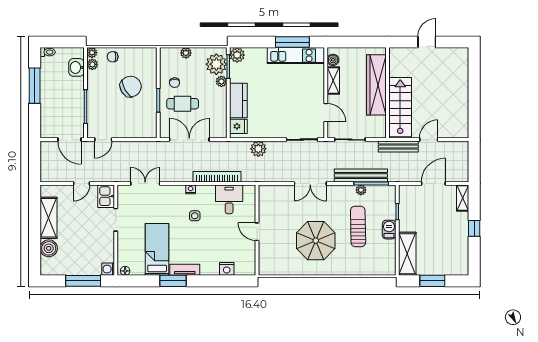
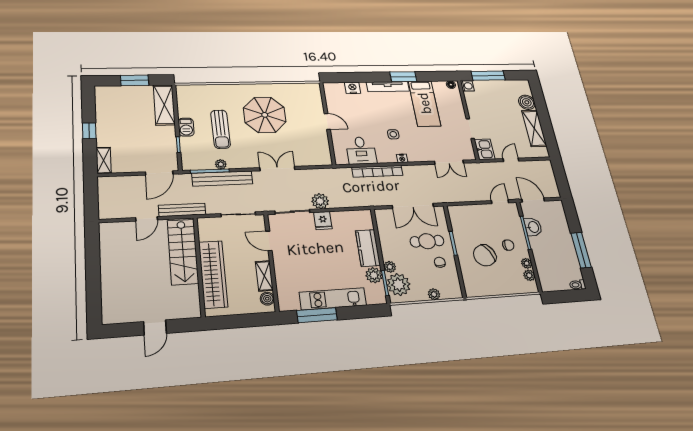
plant: (92, 53) -> (527, 263), moved
plant: (237, 55) -> (374, 275), moved
kitchen unit: (296, 56) -> (333, 299), moved
chair: (113, 57) -> (508, 245), moved
washbasin: (76, 67) -> (533, 227), moved
fridge: (238, 126) -> (323, 221), moved, turned -90
plant: (258, 149) -> (320, 201), moved
door: (433, 183) -> (159, 173), moved
tv unit: (185, 270) -> (388, 87), width x1.41

